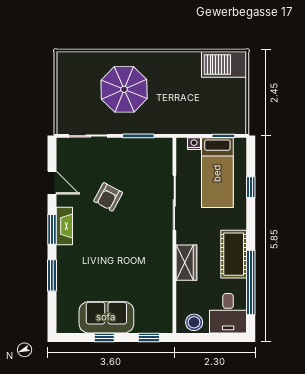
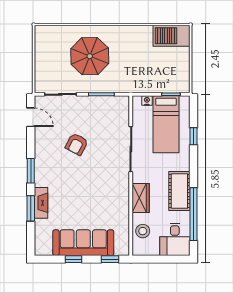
door: (52, 183) -> (31, 117), moved
fireplace: (64, 226) -> (41, 203), moved
sofa: (106, 317) -> (83, 243), width x1.36
stool: (194, 322) -> (143, 231), moved

